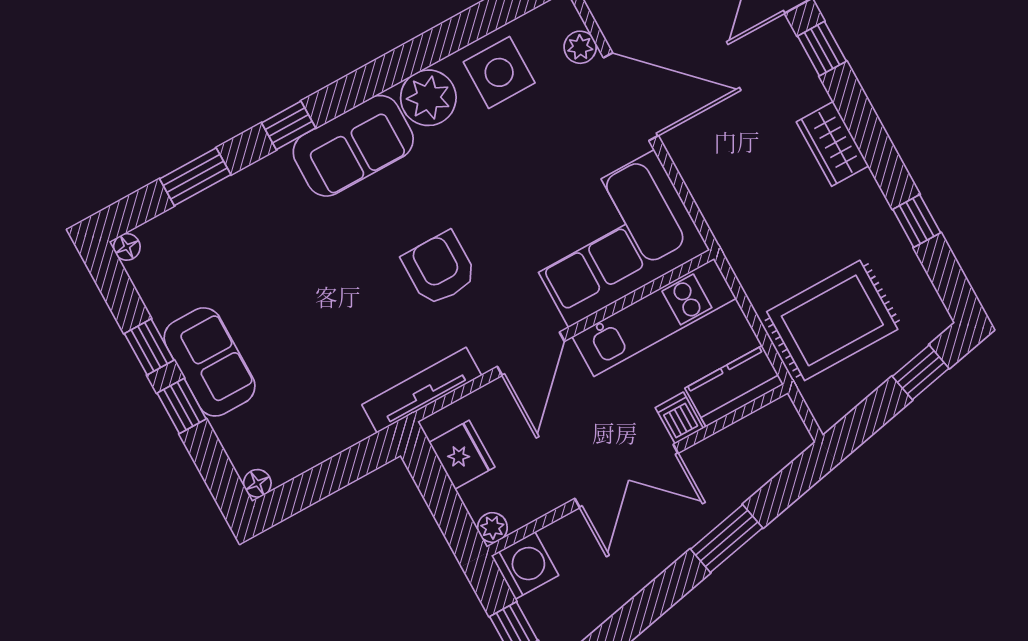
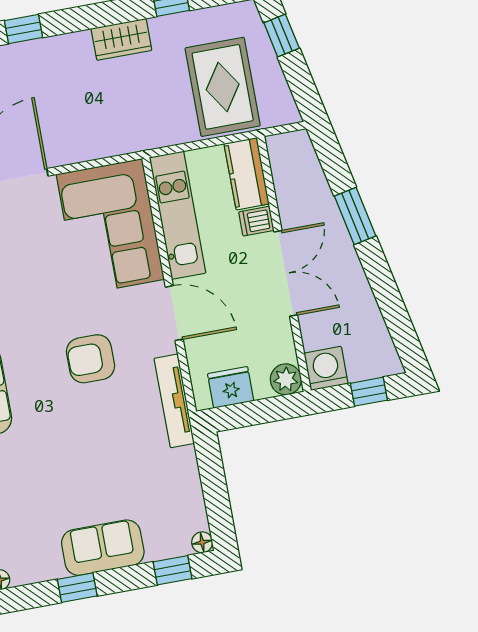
wardrobe: (833, 144) -> (121, 39), moved
window: (182, 406) -> (173, 570), moved
plant: (492, 528) -> (286, 379), width x1.38, depth x1.38

